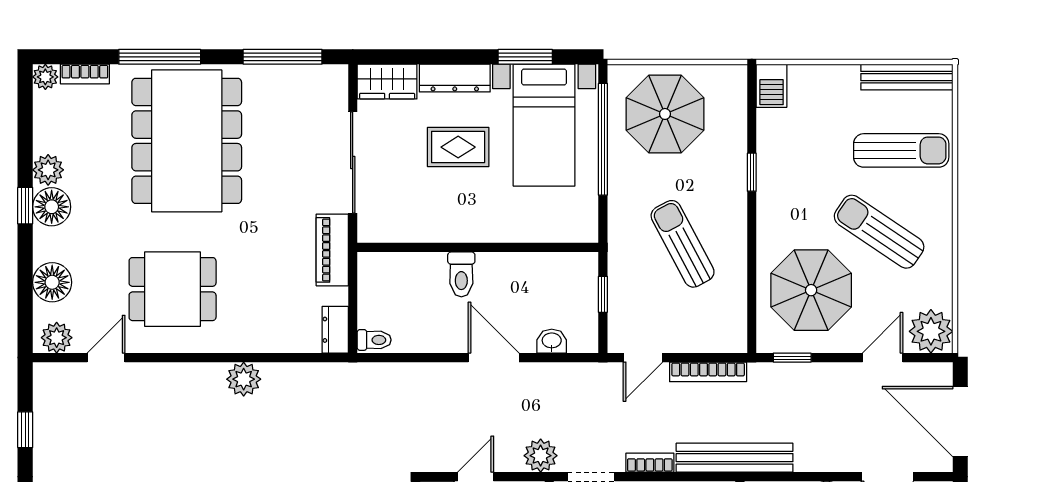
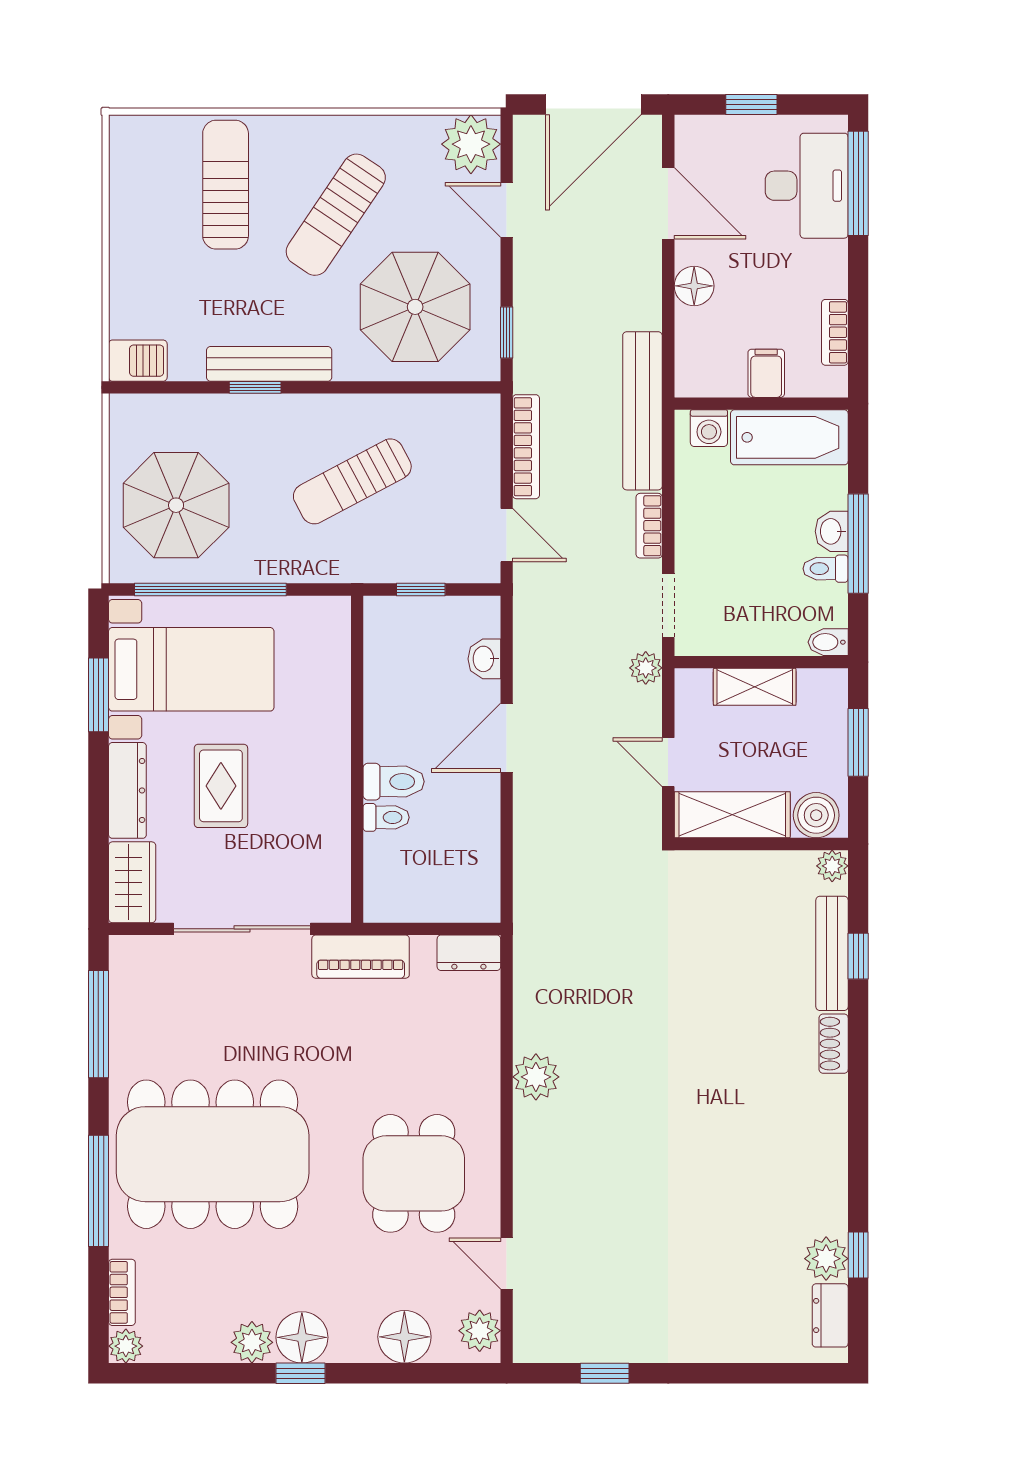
bench: (907, 77) -> (269, 364), moved, turned 90
toilet: (374, 340) -> (386, 817), moved, turned 90
plant: (541, 456) -> (646, 668), width x0.73, depth x0.73

